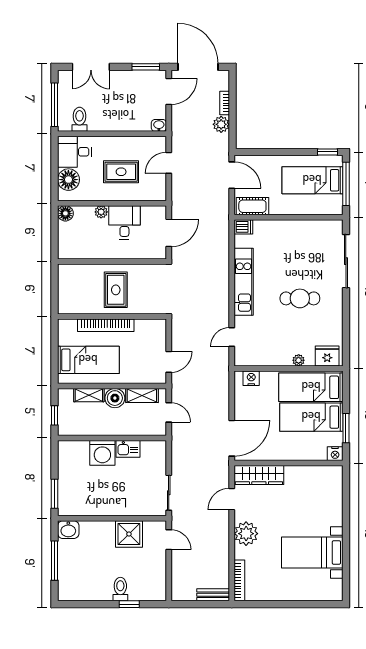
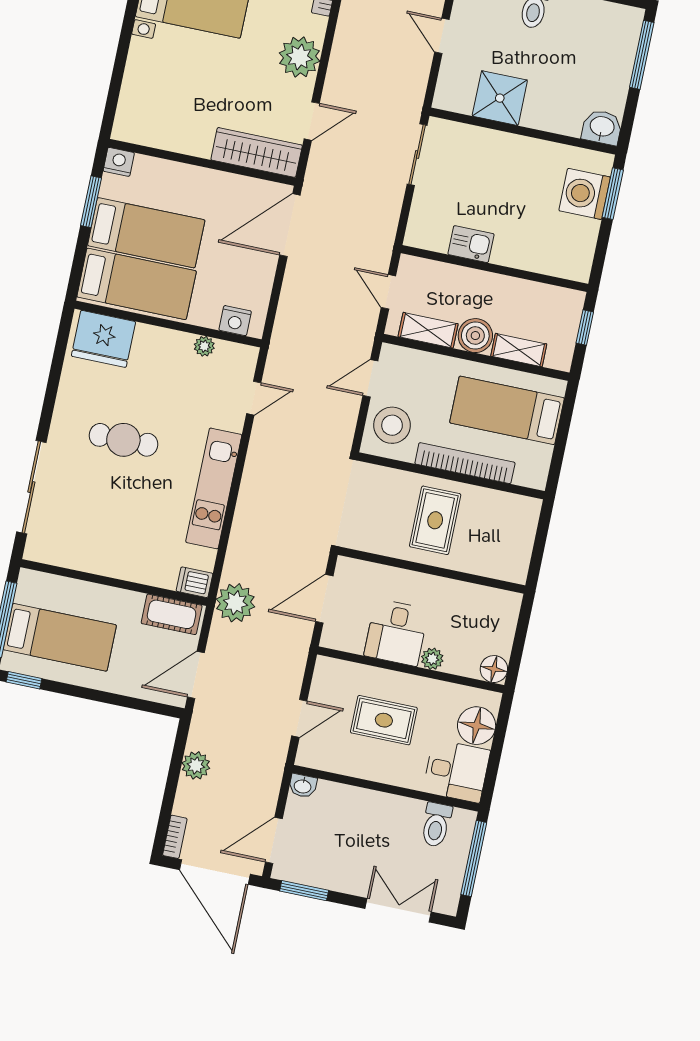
bookcase: (225, 103) -> (175, 837), moved
door: (232, 175) -> (196, 675), hinge flipped
plant: (218, 220) -> (235, 603), added
stool: (151, 338) -> (392, 425), added
fridge: (327, 356) -> (103, 339), width x1.36, depth x1.34
plant: (299, 360) -> (204, 346), moved
washing machine: (102, 453) -> (585, 194), moved, turned -90
door: (169, 540) -> (442, 36), moved
window: (54, 561) -> (642, 55), moved

